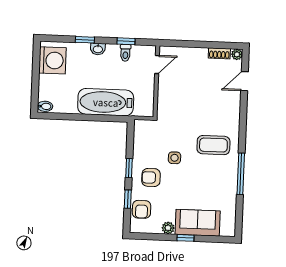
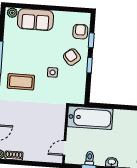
bathtub: (106, 102) -> (90, 118), moved
armchair: (151, 177) -> (72, 57), turned -129
plant: (168, 228) -> (12, 13), moved
window: (185, 238) -> (46, 8), removed

